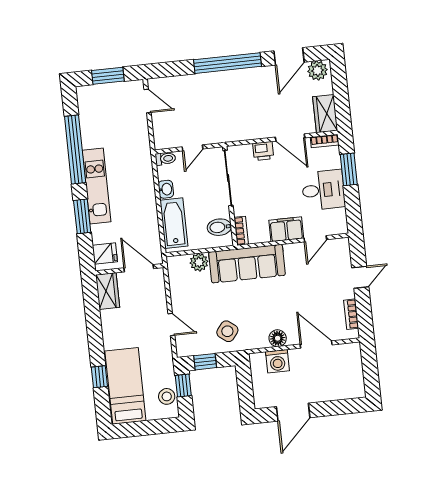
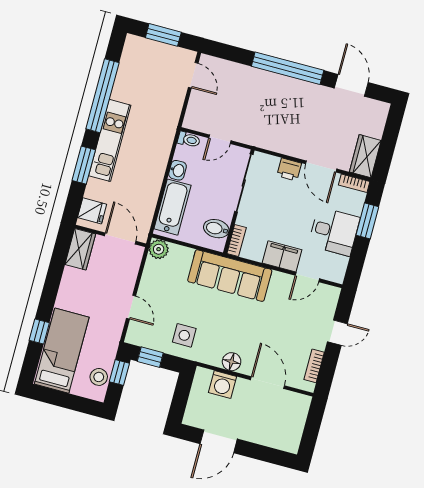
door: (289, 56) -> (351, 85), swing flipped
plant: (317, 71) -> (374, 110), removed
plant: (199, 262) -> (159, 249), moved
side table: (227, 331) -> (184, 335), turned -38

